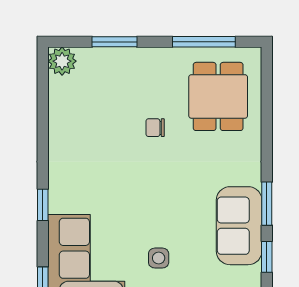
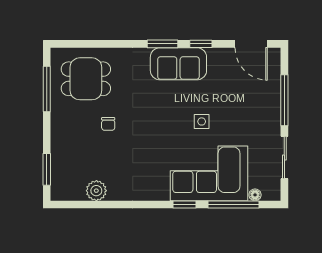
window: (114, 42) -> (47, 169), moved
plant: (62, 61) -> (96, 191), moved
window: (43, 205) -> (184, 205), moved

